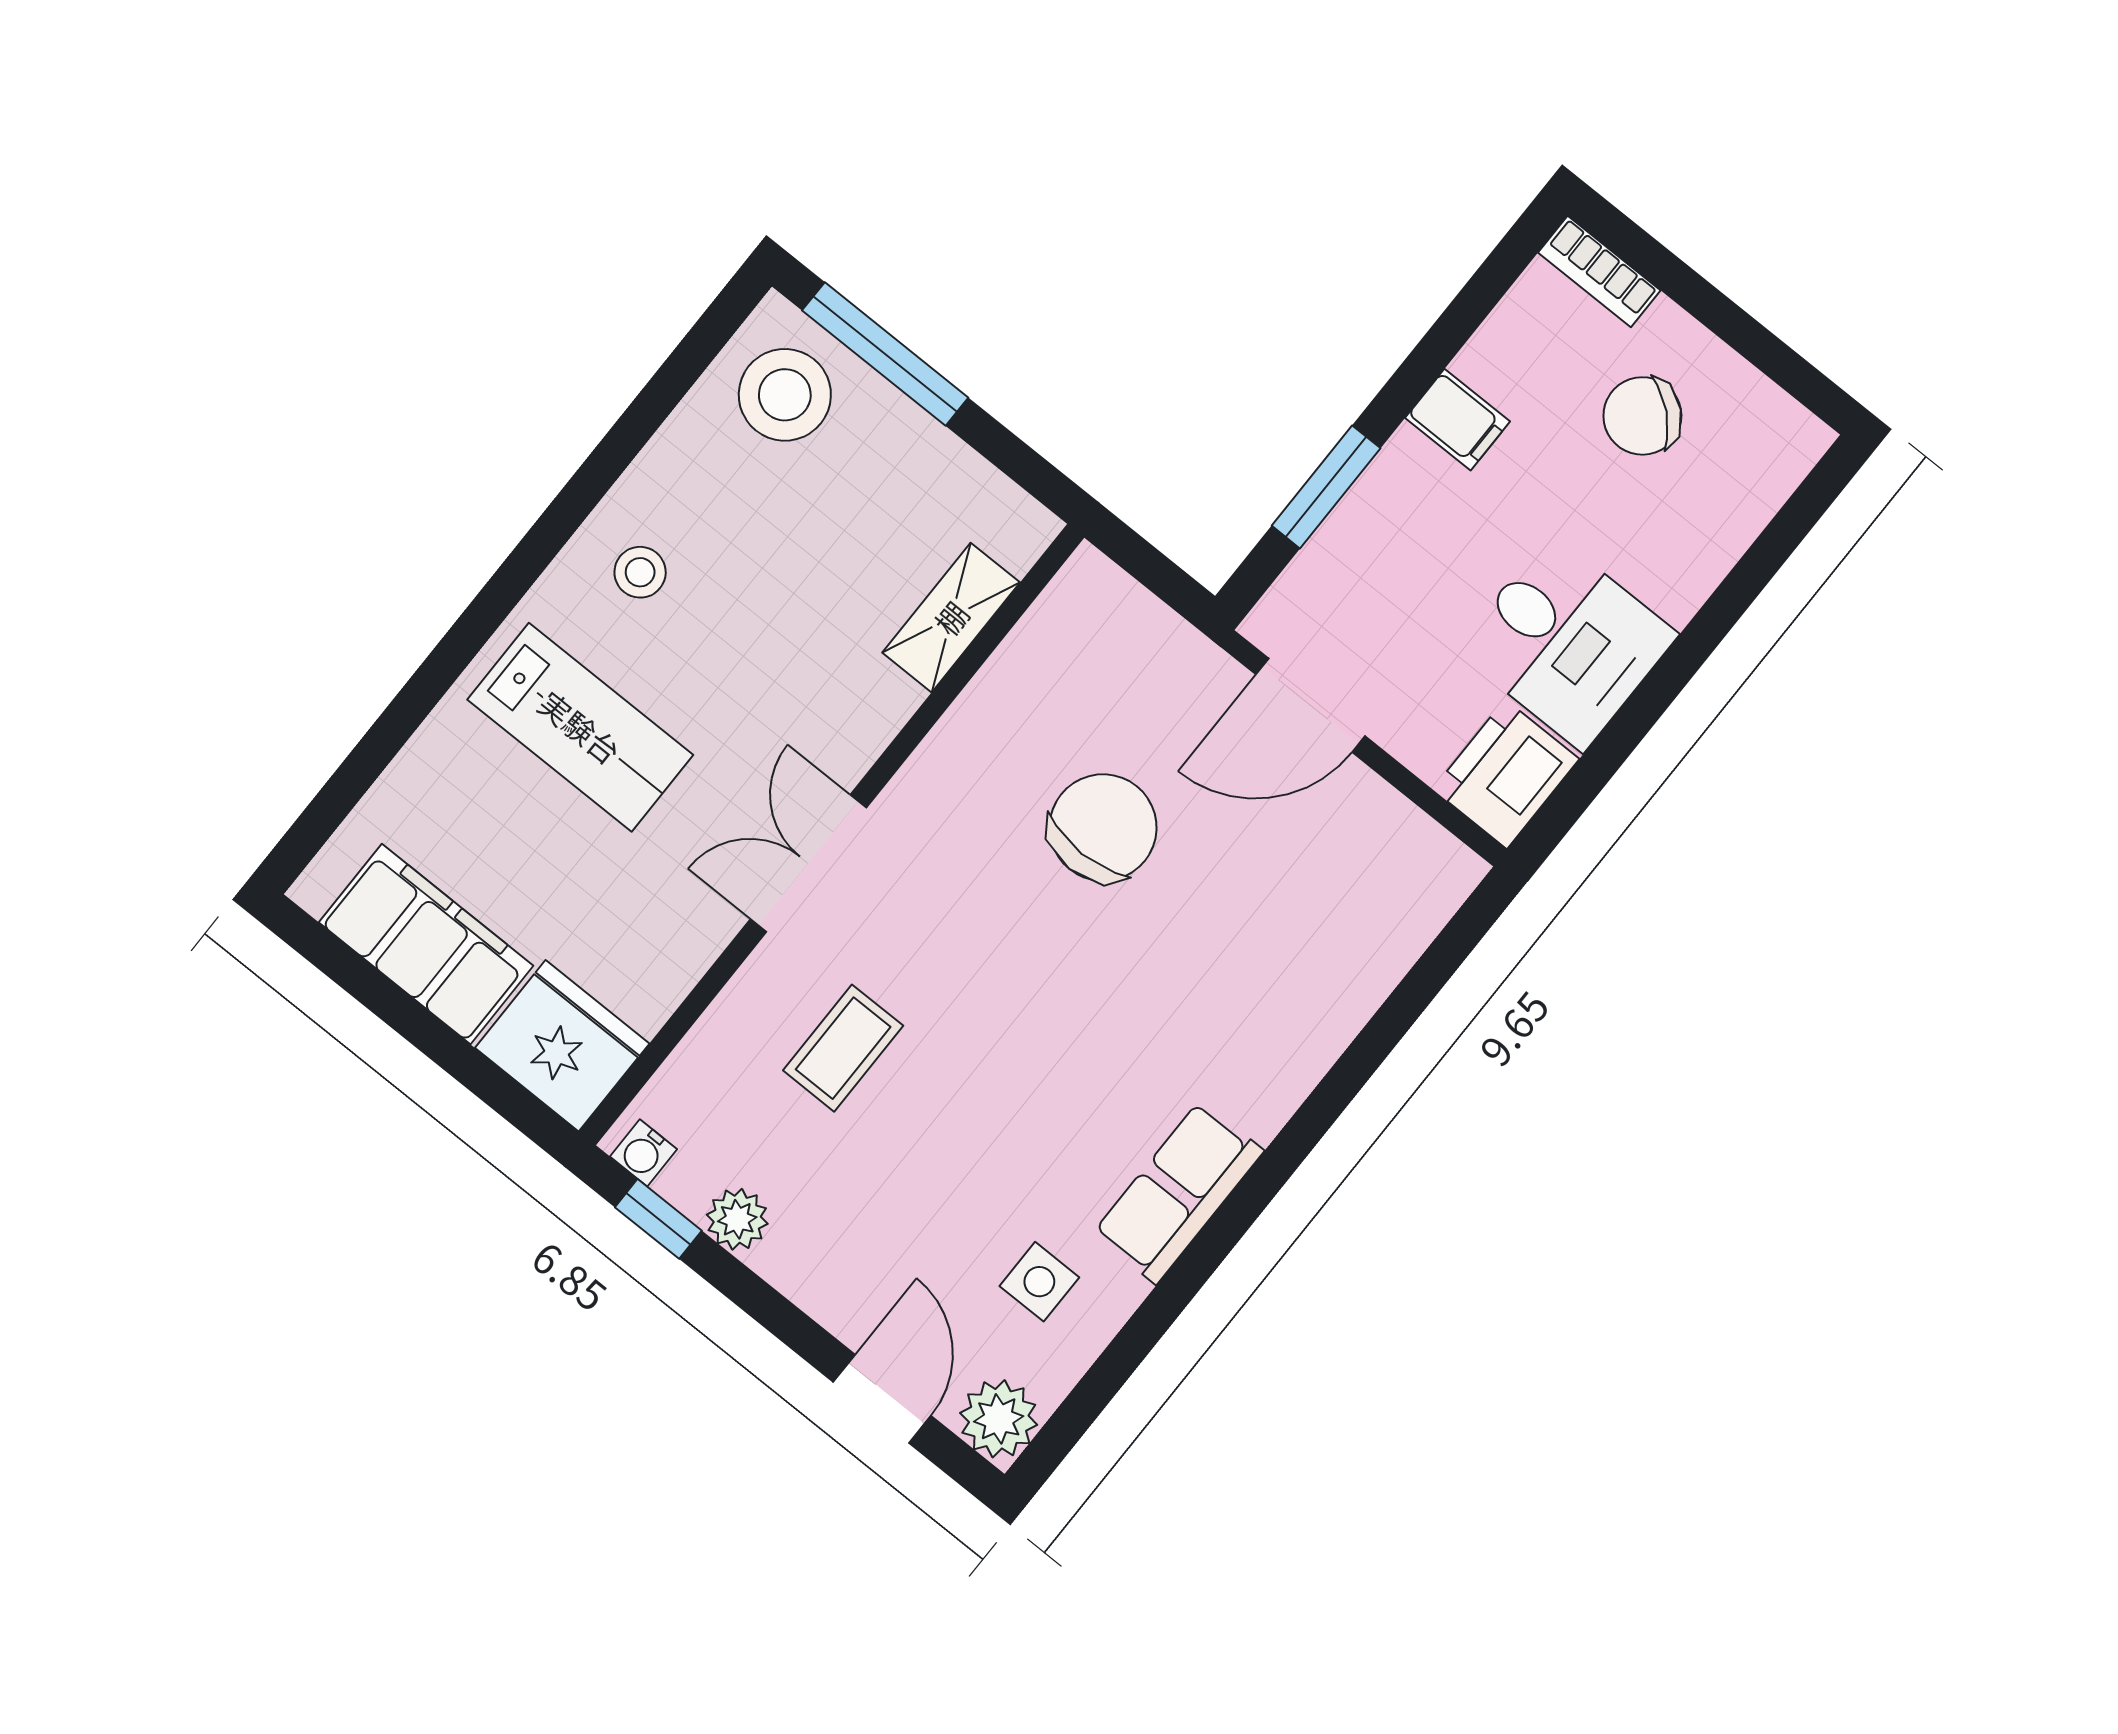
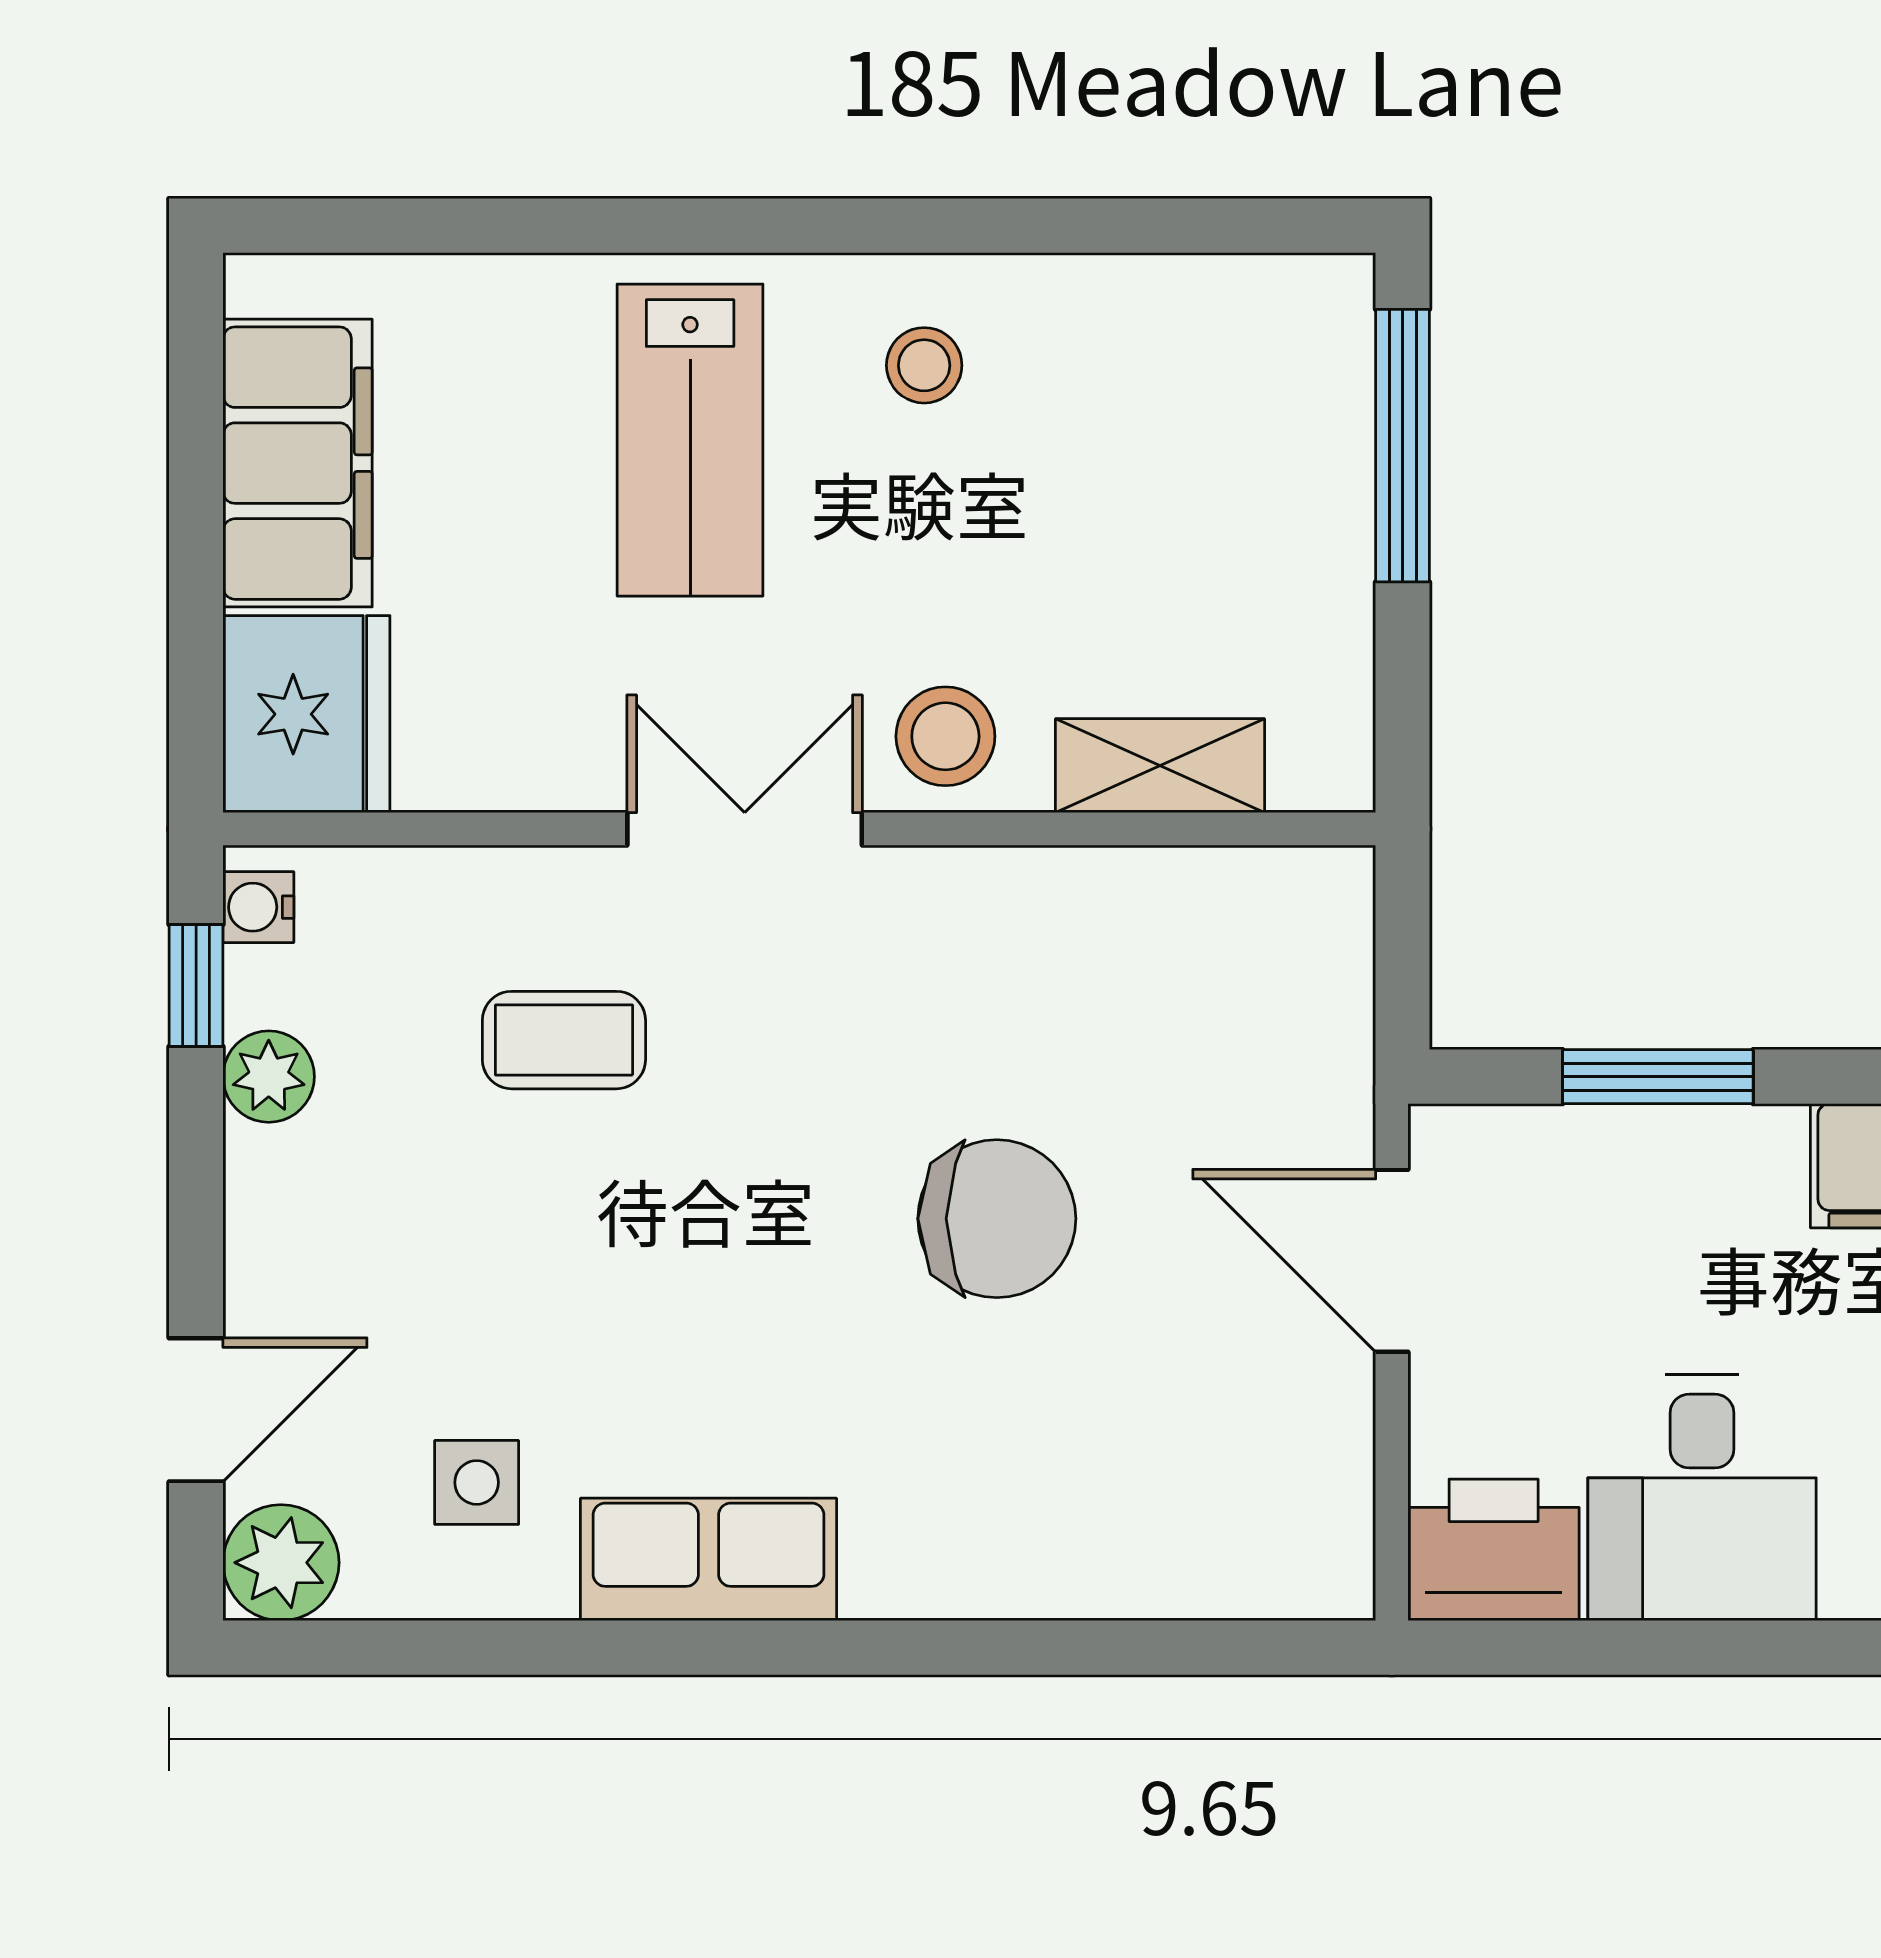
stool: (785, 395) -> (945, 736), moved, width x0.73, depth x0.73
chair: (1103, 828) -> (997, 1219), moved

